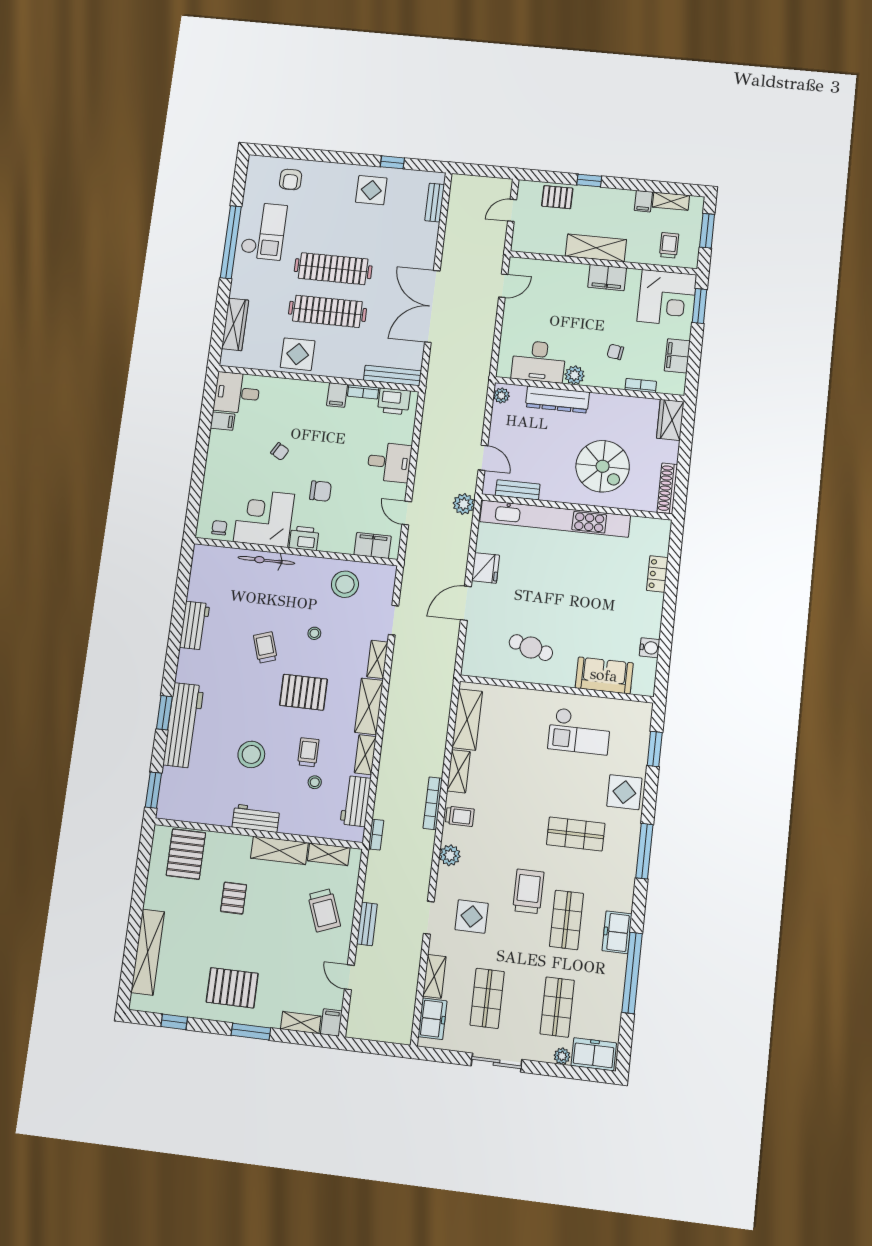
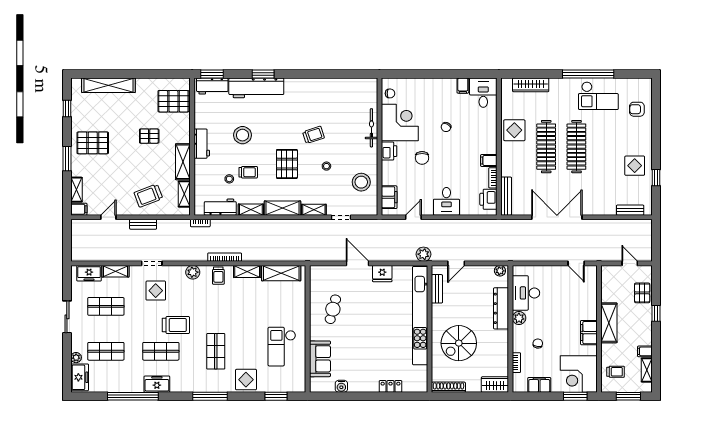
workbench: (195, 626) -> (212, 86), moved
pallet: (232, 988) -> (93, 143), turned 90

